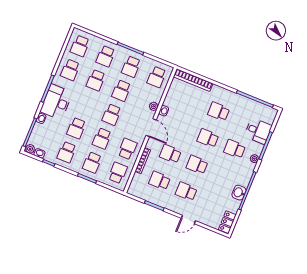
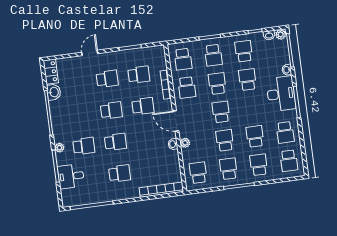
school desk: (80, 46) -> (289, 161), turned 180
school desk: (70, 70) -> (285, 132), turned 180
school desk: (92, 162) -> (213, 55), turned 180
washbasin: (239, 193) -> (54, 92), moved

